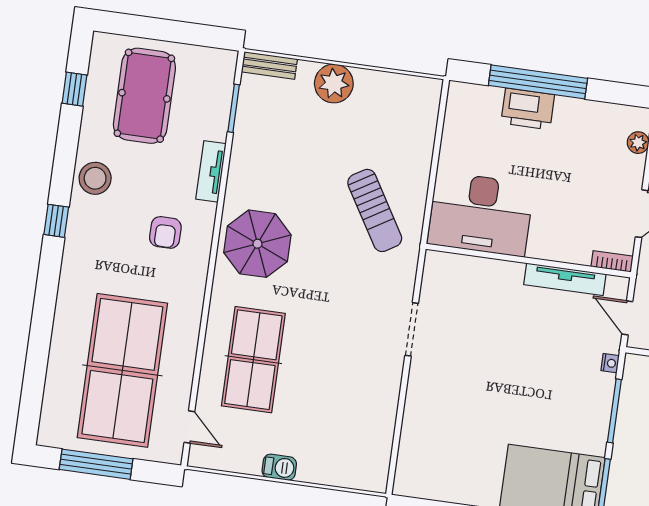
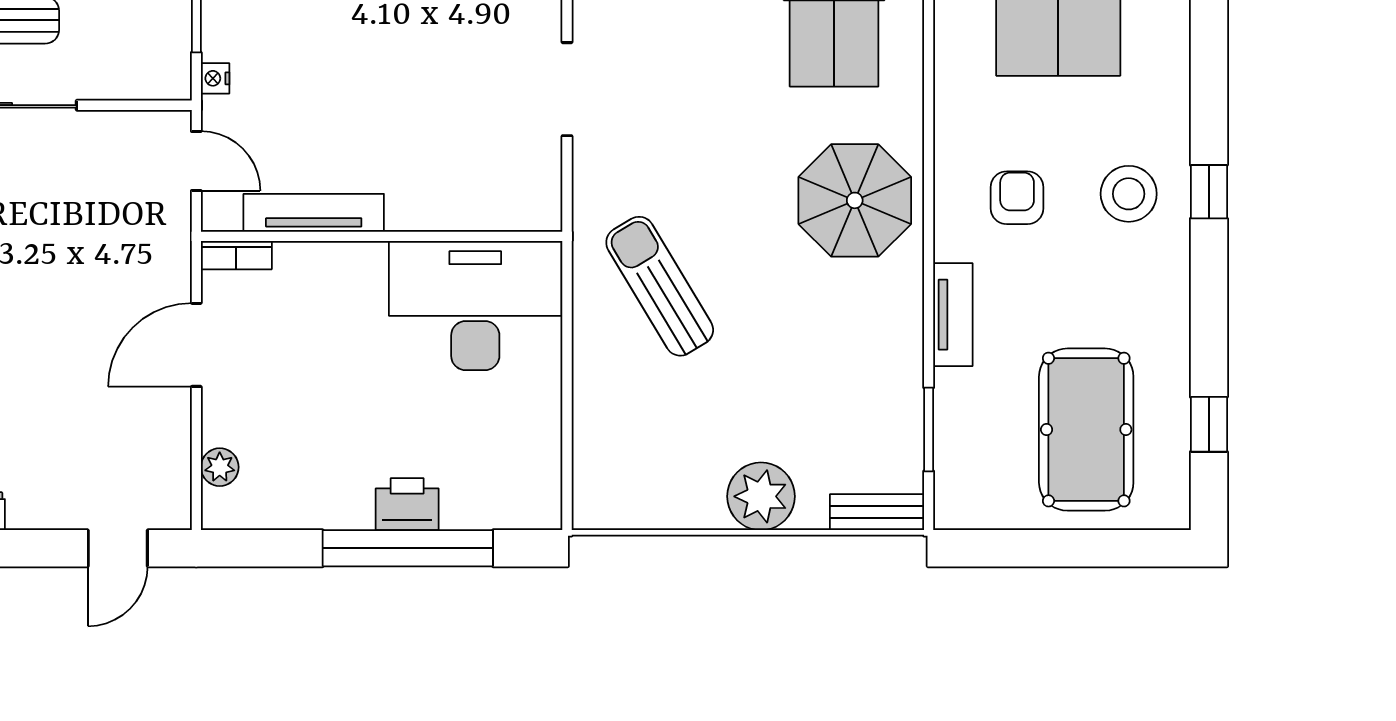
printer: (528, 109) -> (407, 504), width x0.73, depth x0.84
stool: (95, 178) -> (1129, 194), moved

